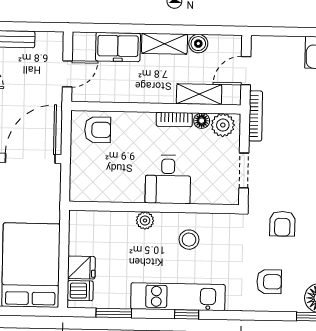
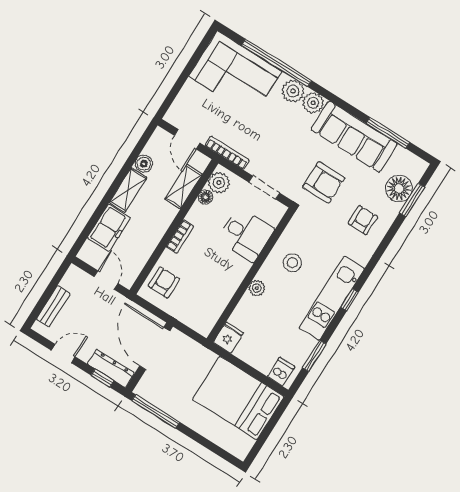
bookcase: (174, 119) -> (180, 237), moved
desk: (168, 179) -> (246, 234), moved
armchair: (282, 224) -> (324, 182), width x1.38, depth x1.38
fridge: (81, 268) -> (228, 338), moved

